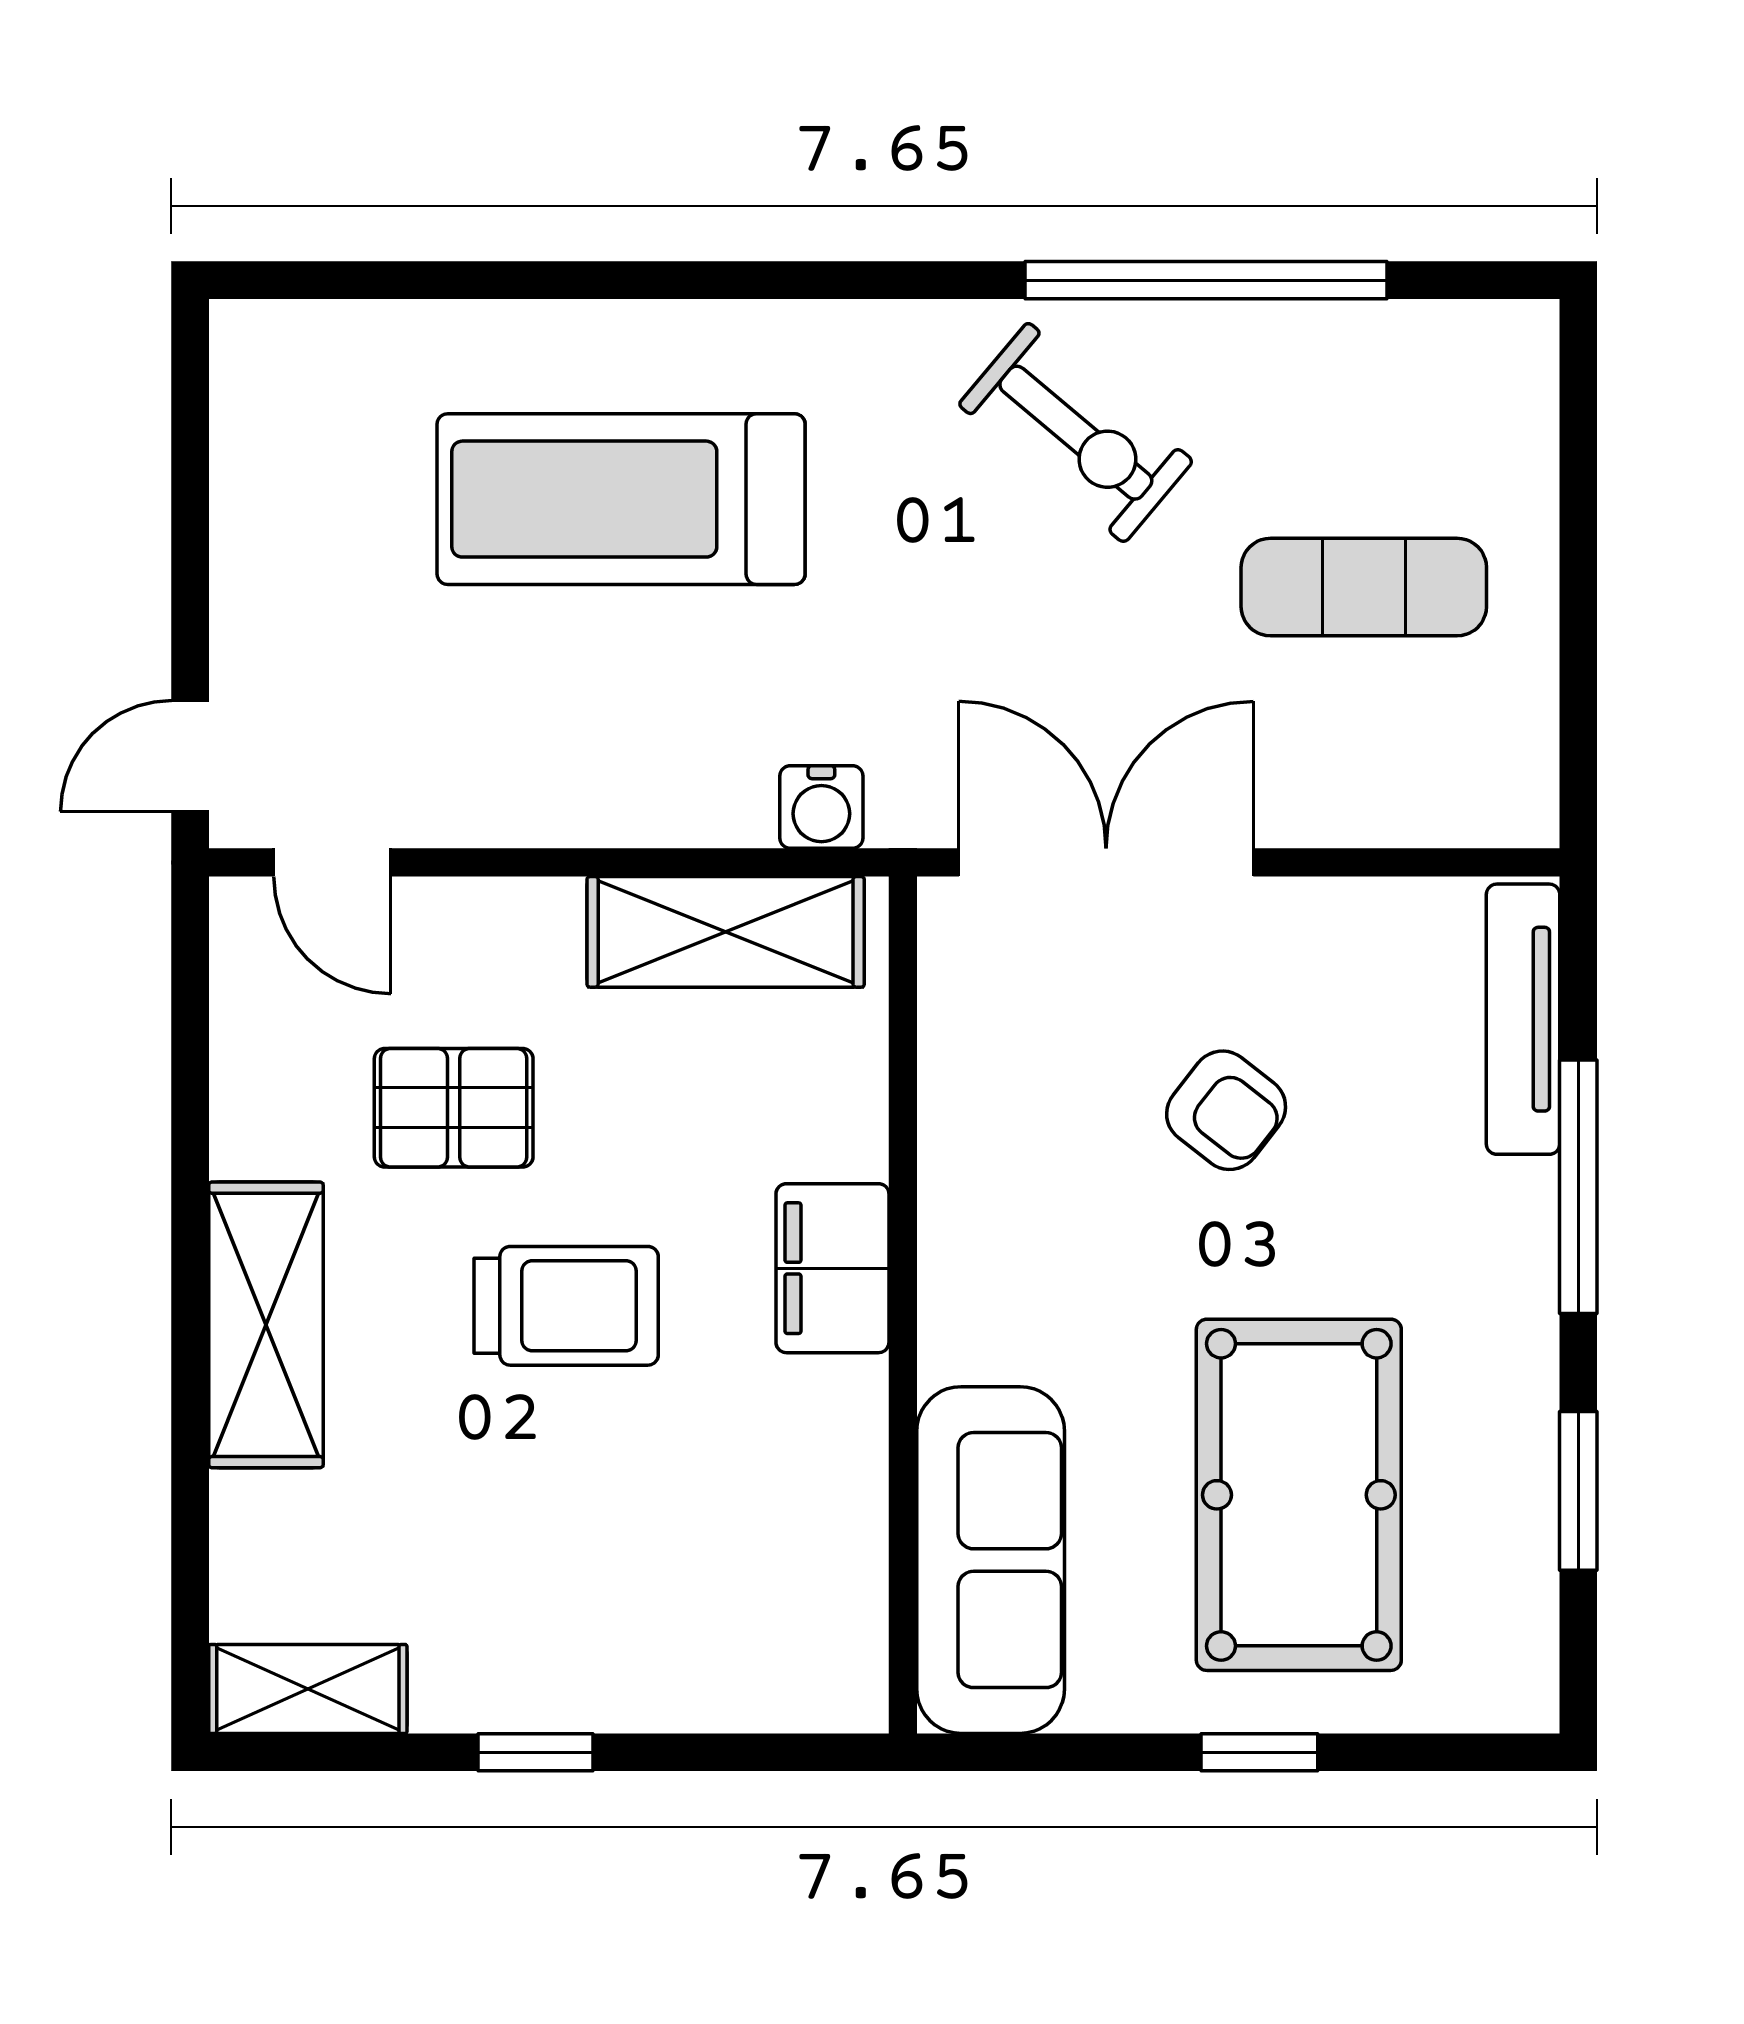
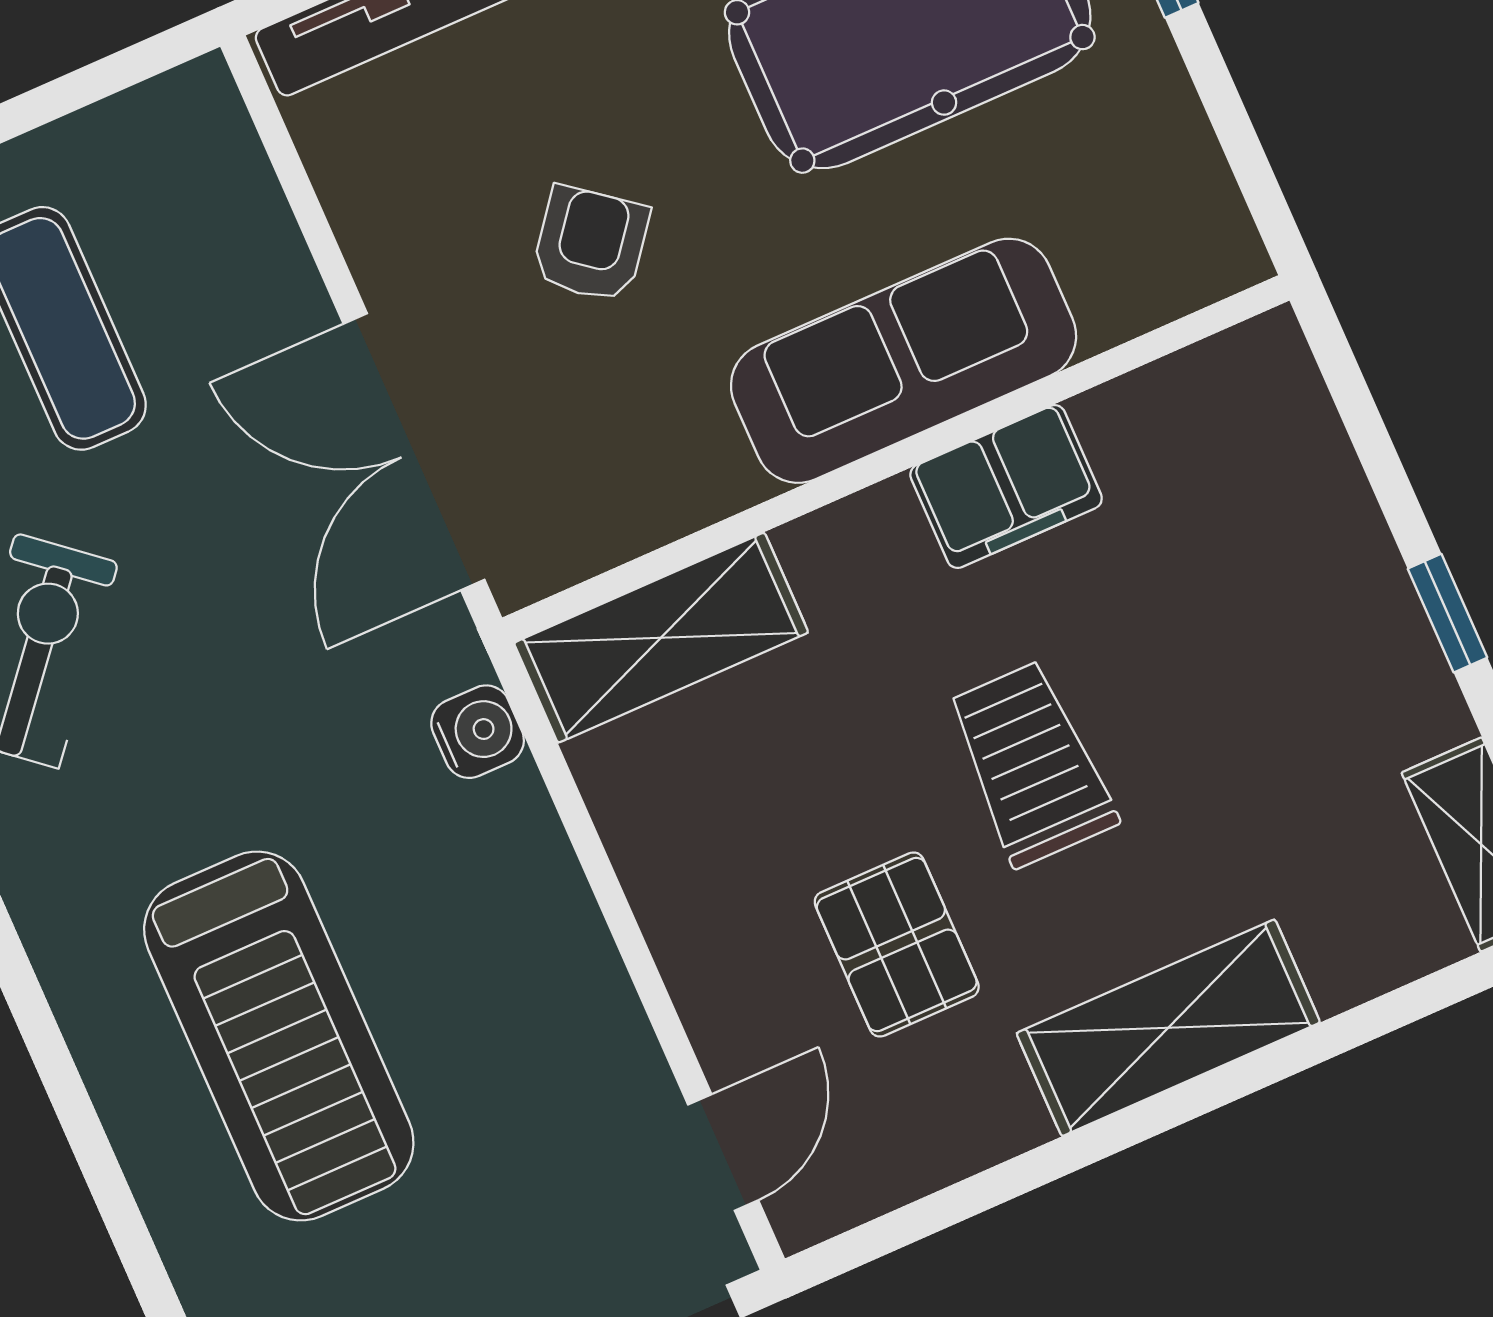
shelving: (726, 932) -> (661, 638), moved, turned 90
filing cabinet: (832, 1268) -> (1006, 487), moved
sofa: (991, 1560) -> (904, 361), moved

